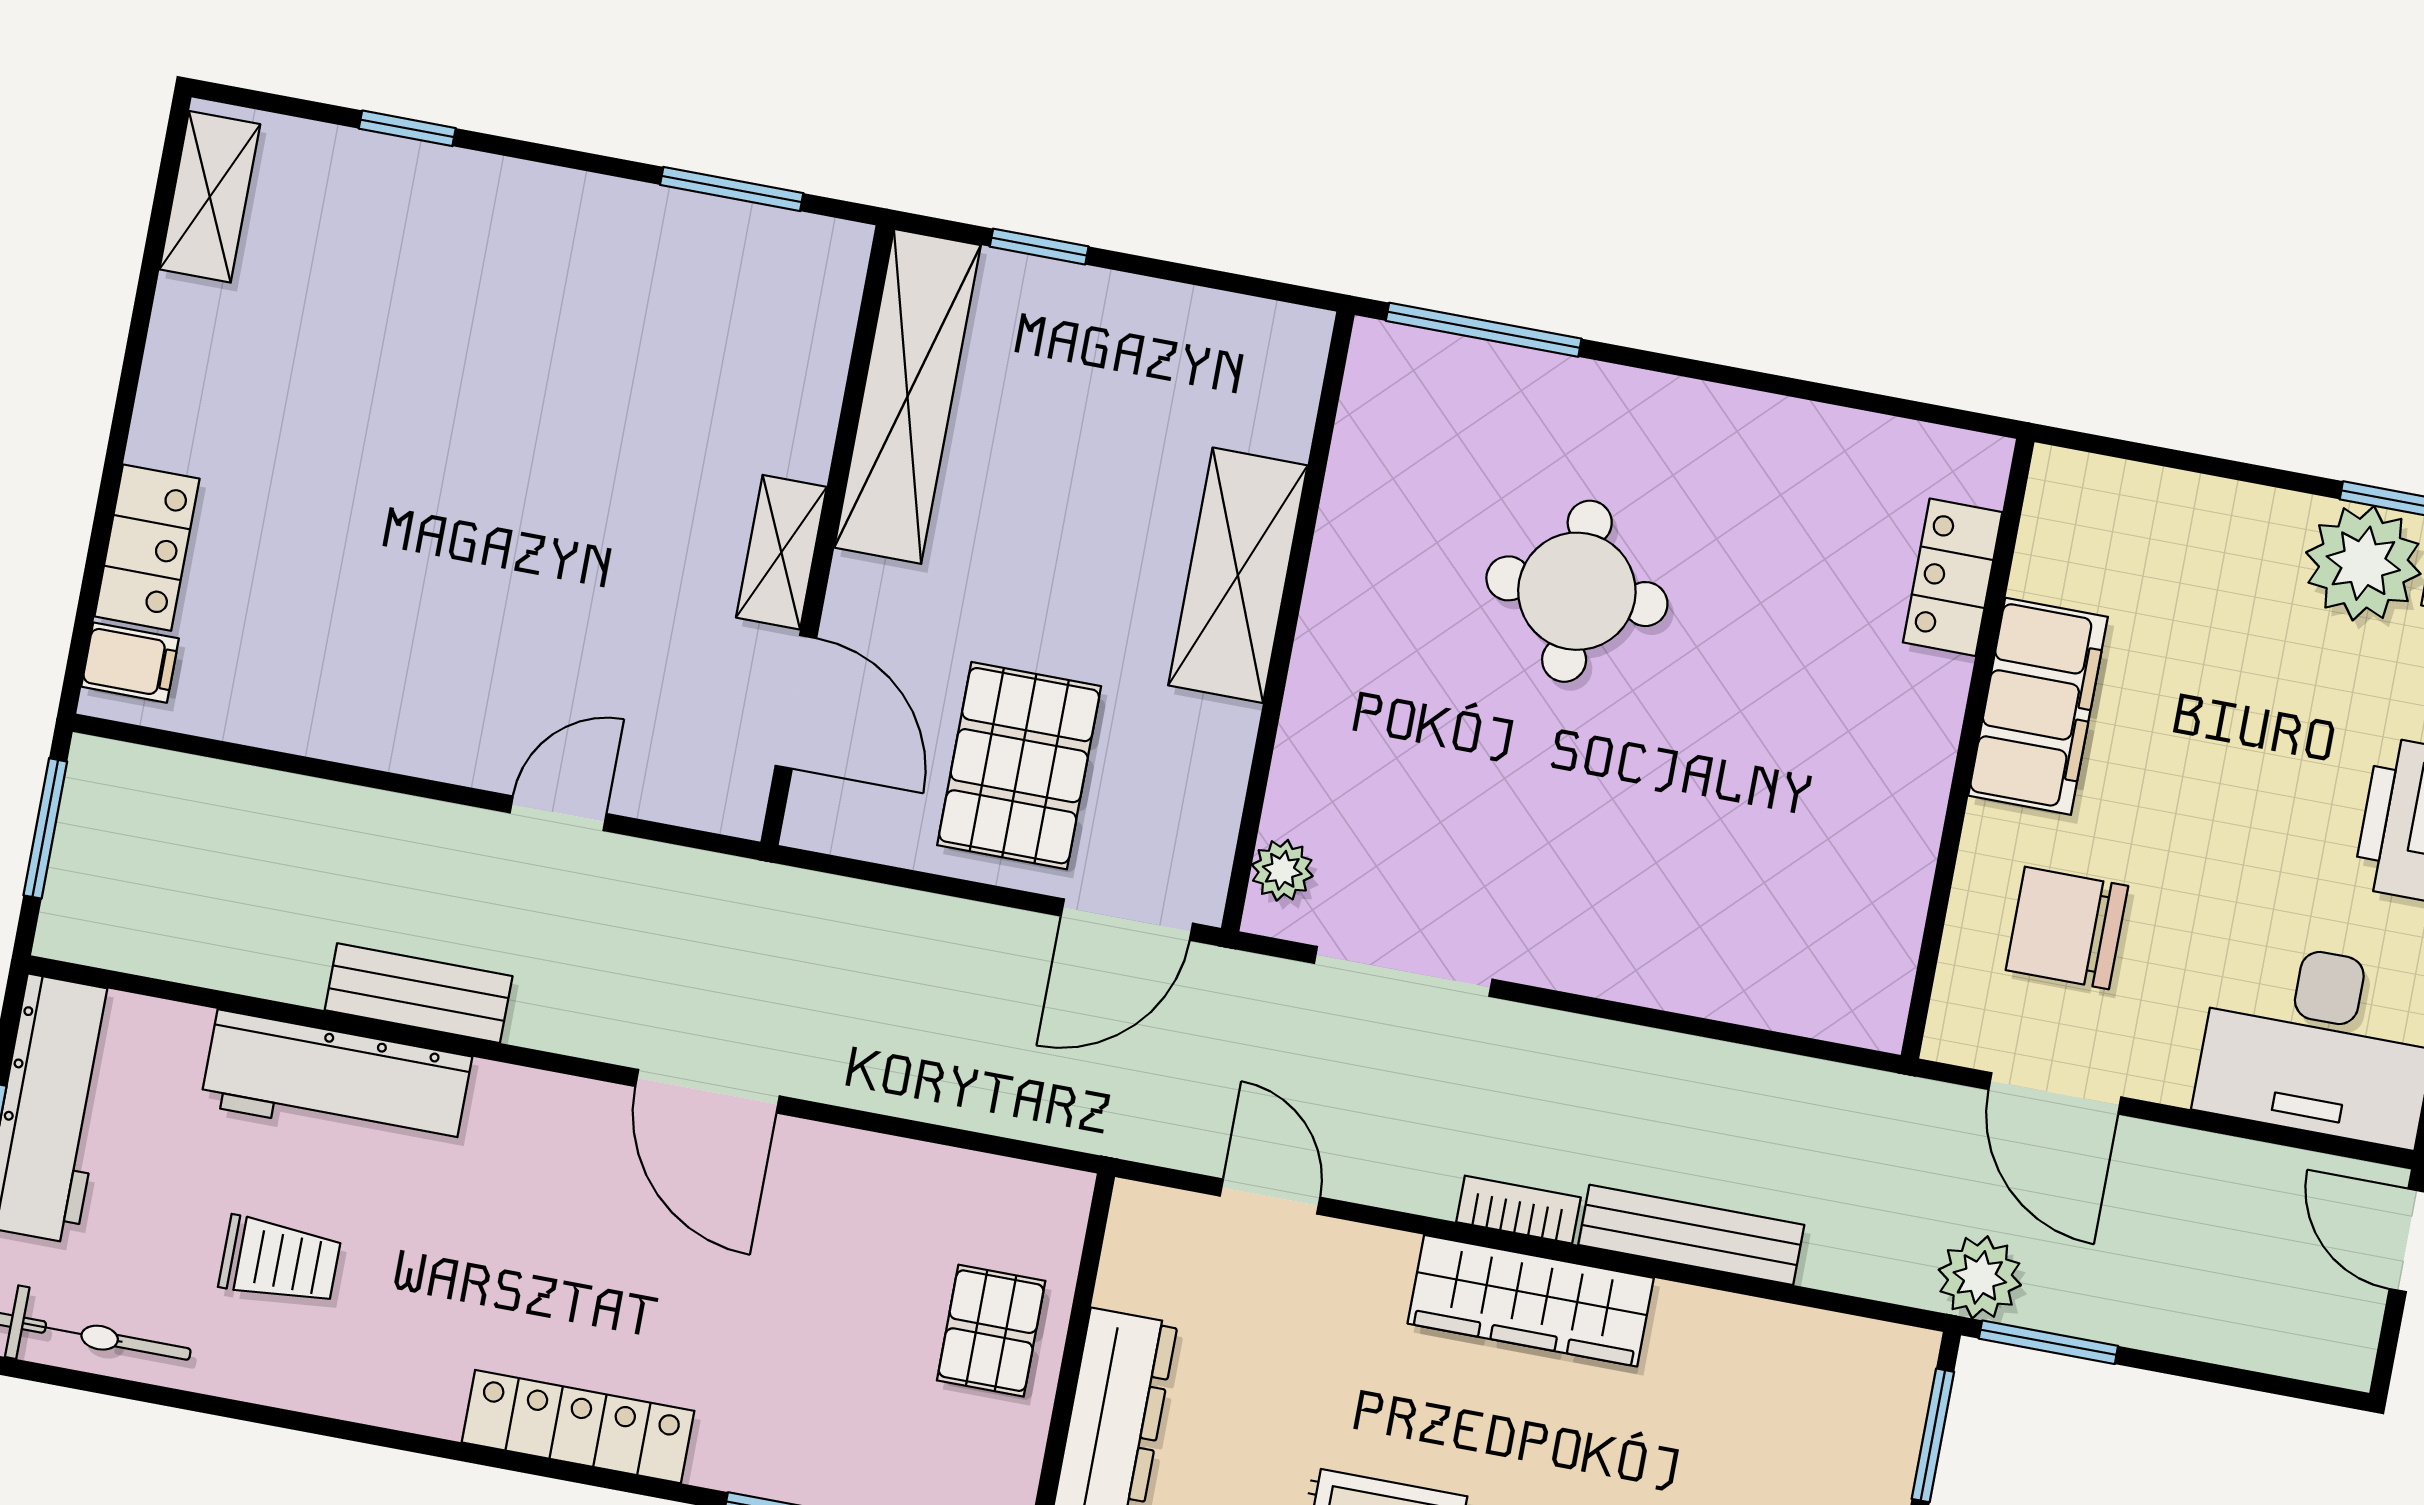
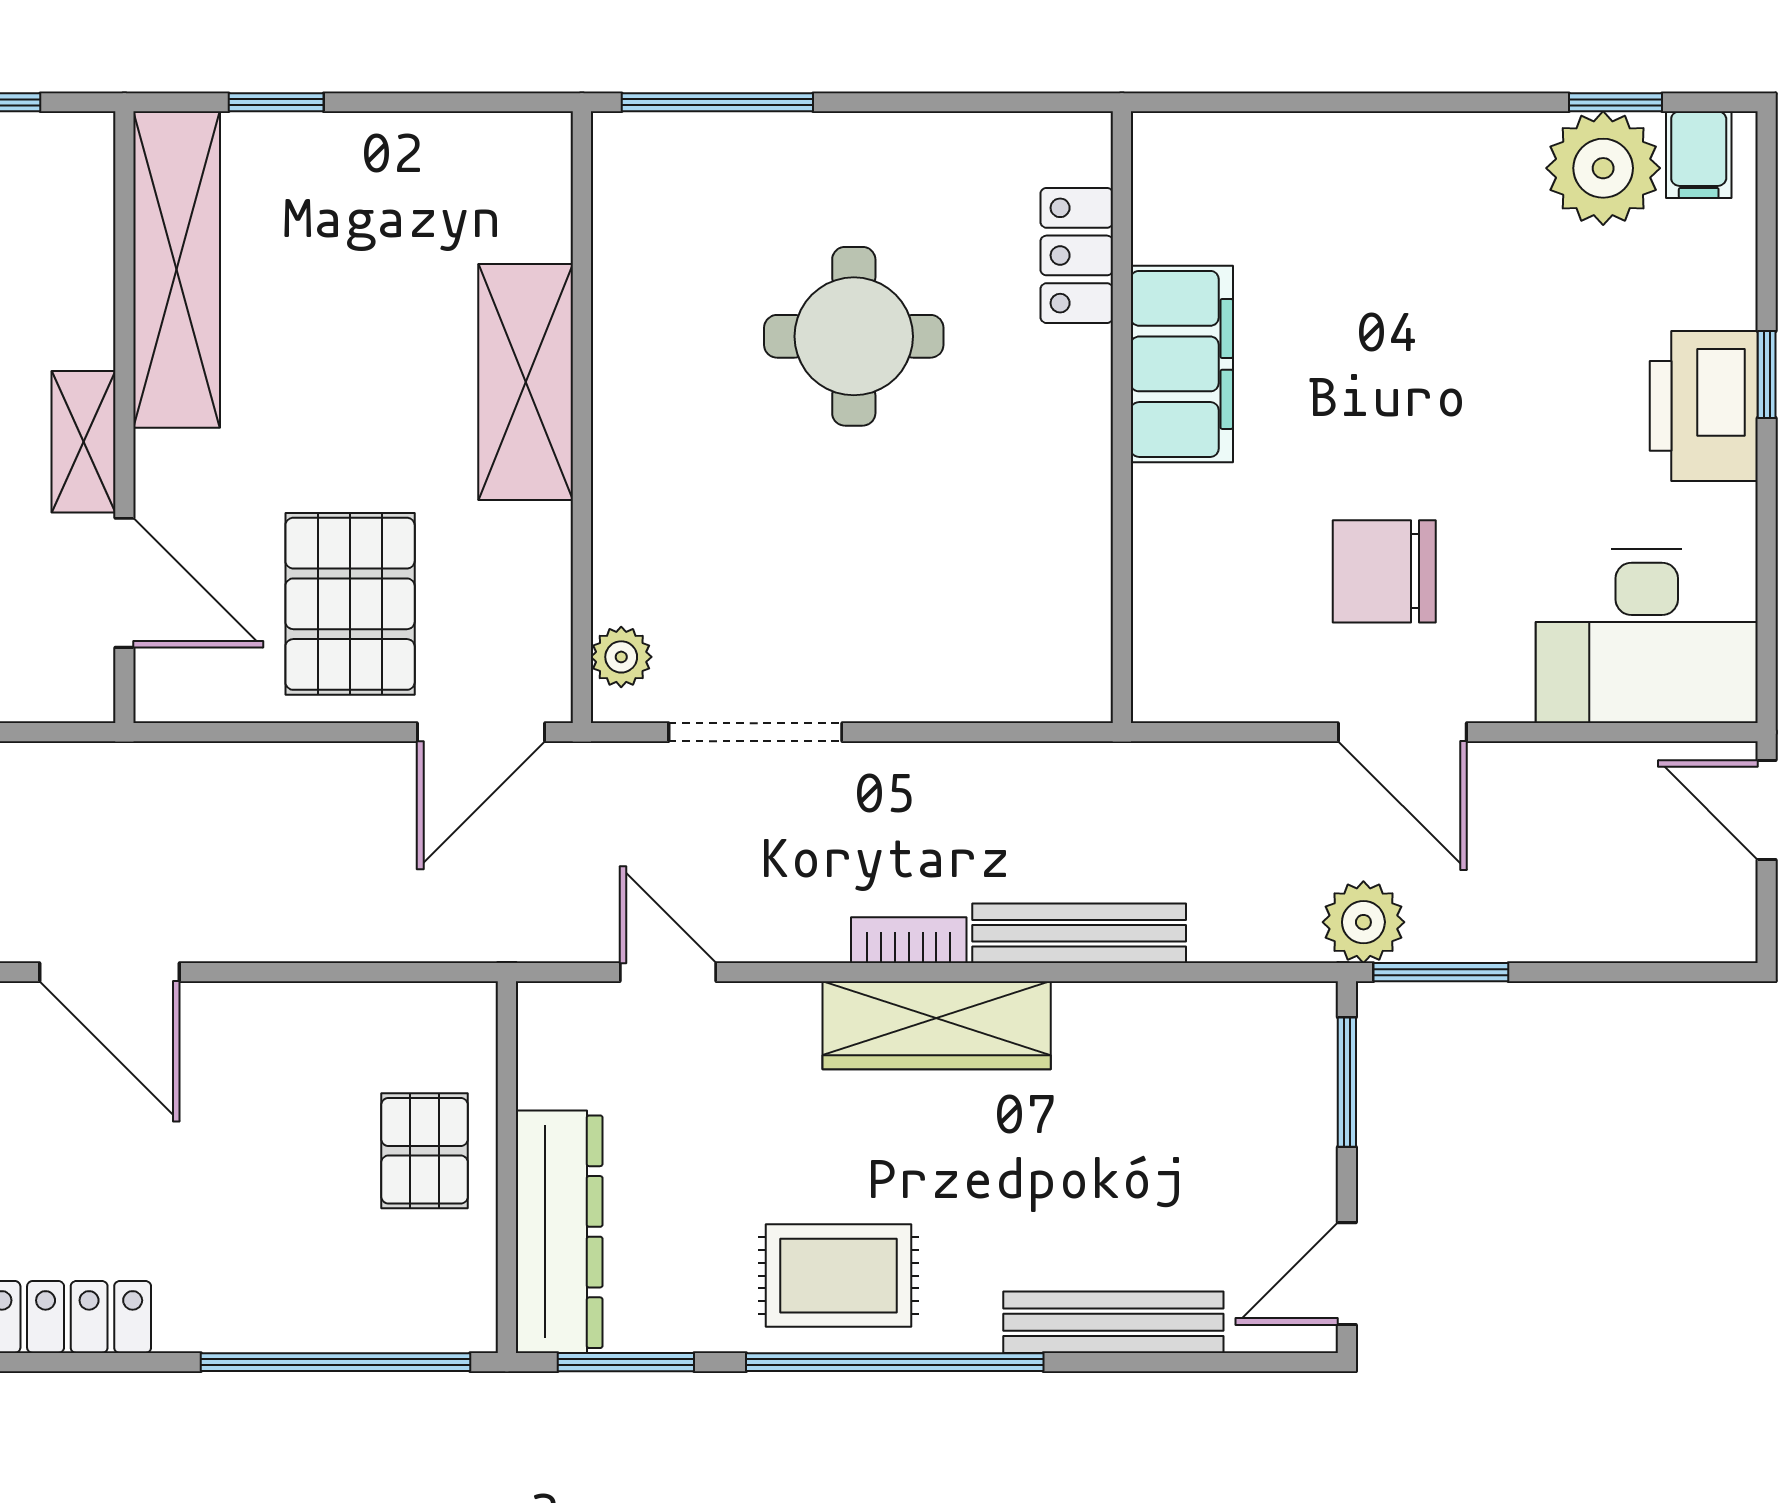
locker: (1953, 577) -> (1077, 255), moved
filing cabinet: (2038, 706) -> (1182, 364), moved
wall: (1968, 749) -> (1122, 417), moved

